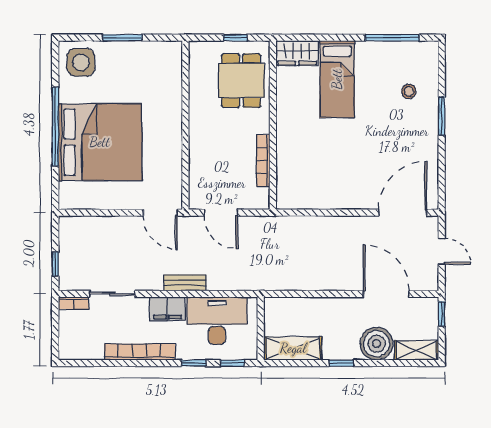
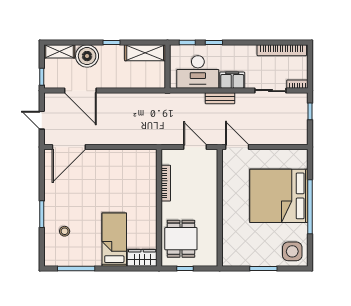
bookcase: (139, 352) -> (282, 50), moved

